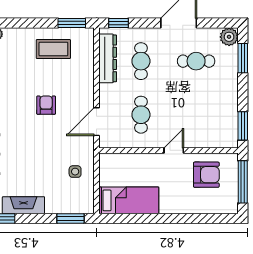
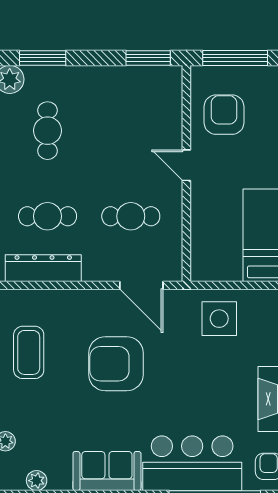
armchair: (46, 105) -> (116, 364), width x1.88, depth x1.88
side table: (75, 172) -> (219, 319), width x1.87, depth x1.87

